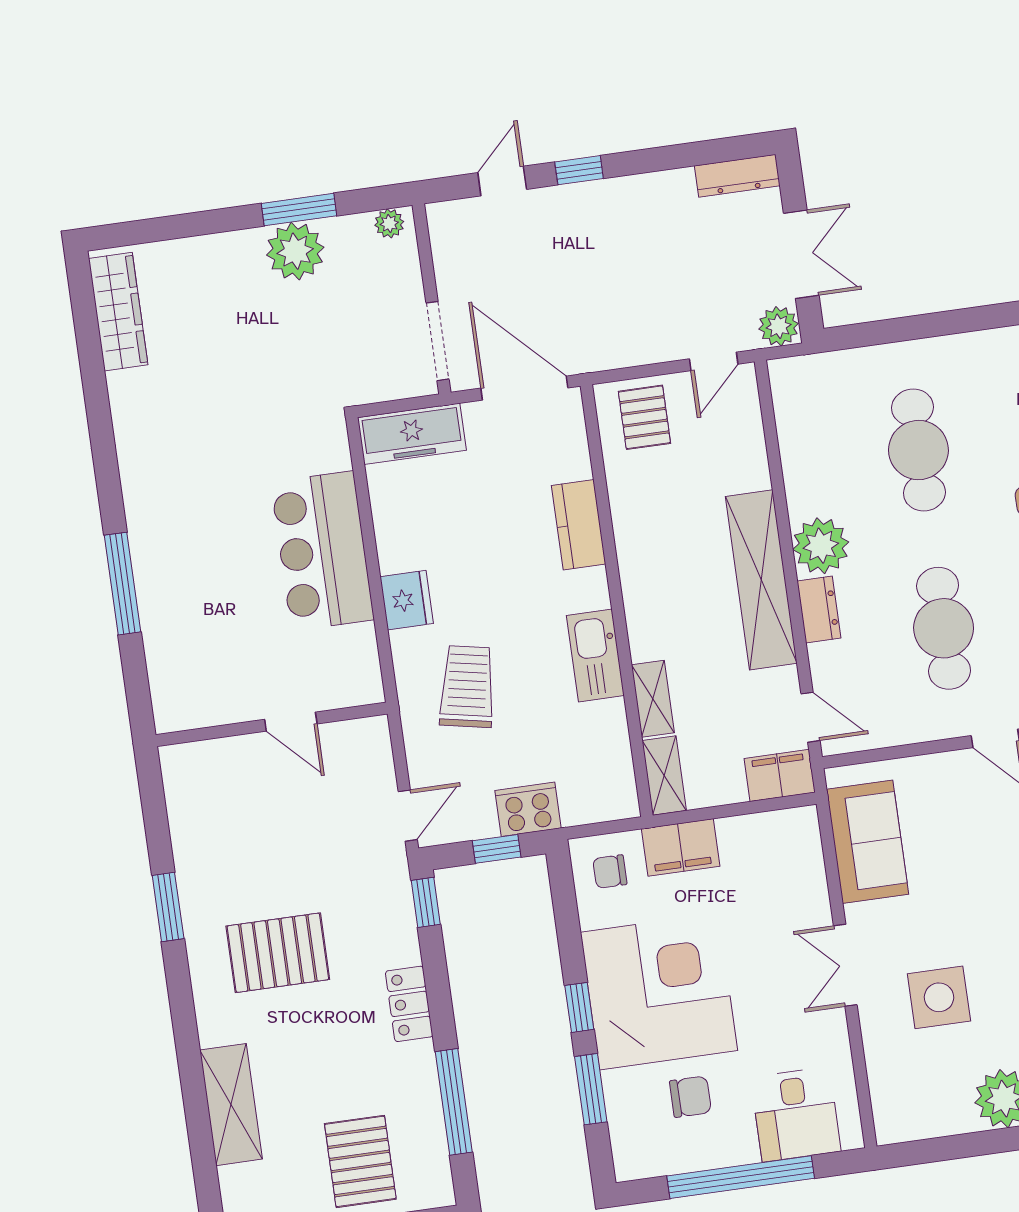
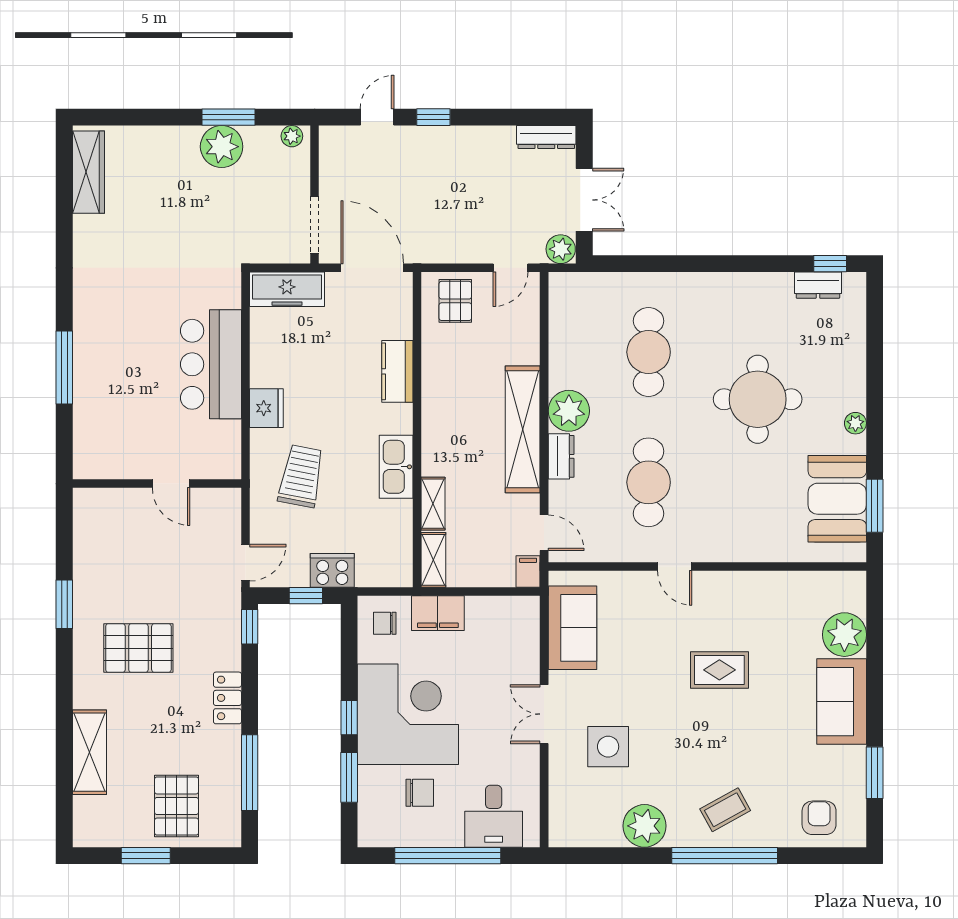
filing cabinet: (780, 775) -> (528, 571), width x0.50

